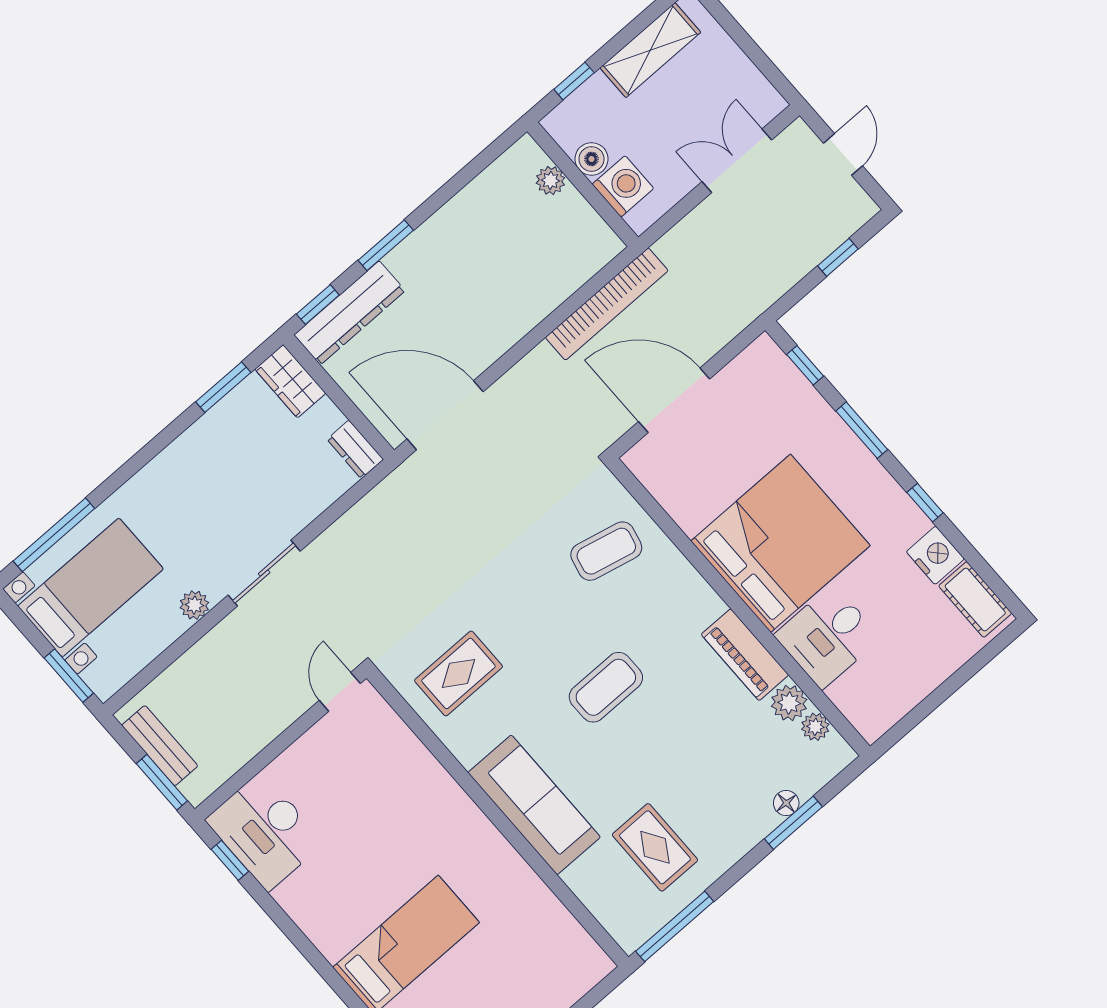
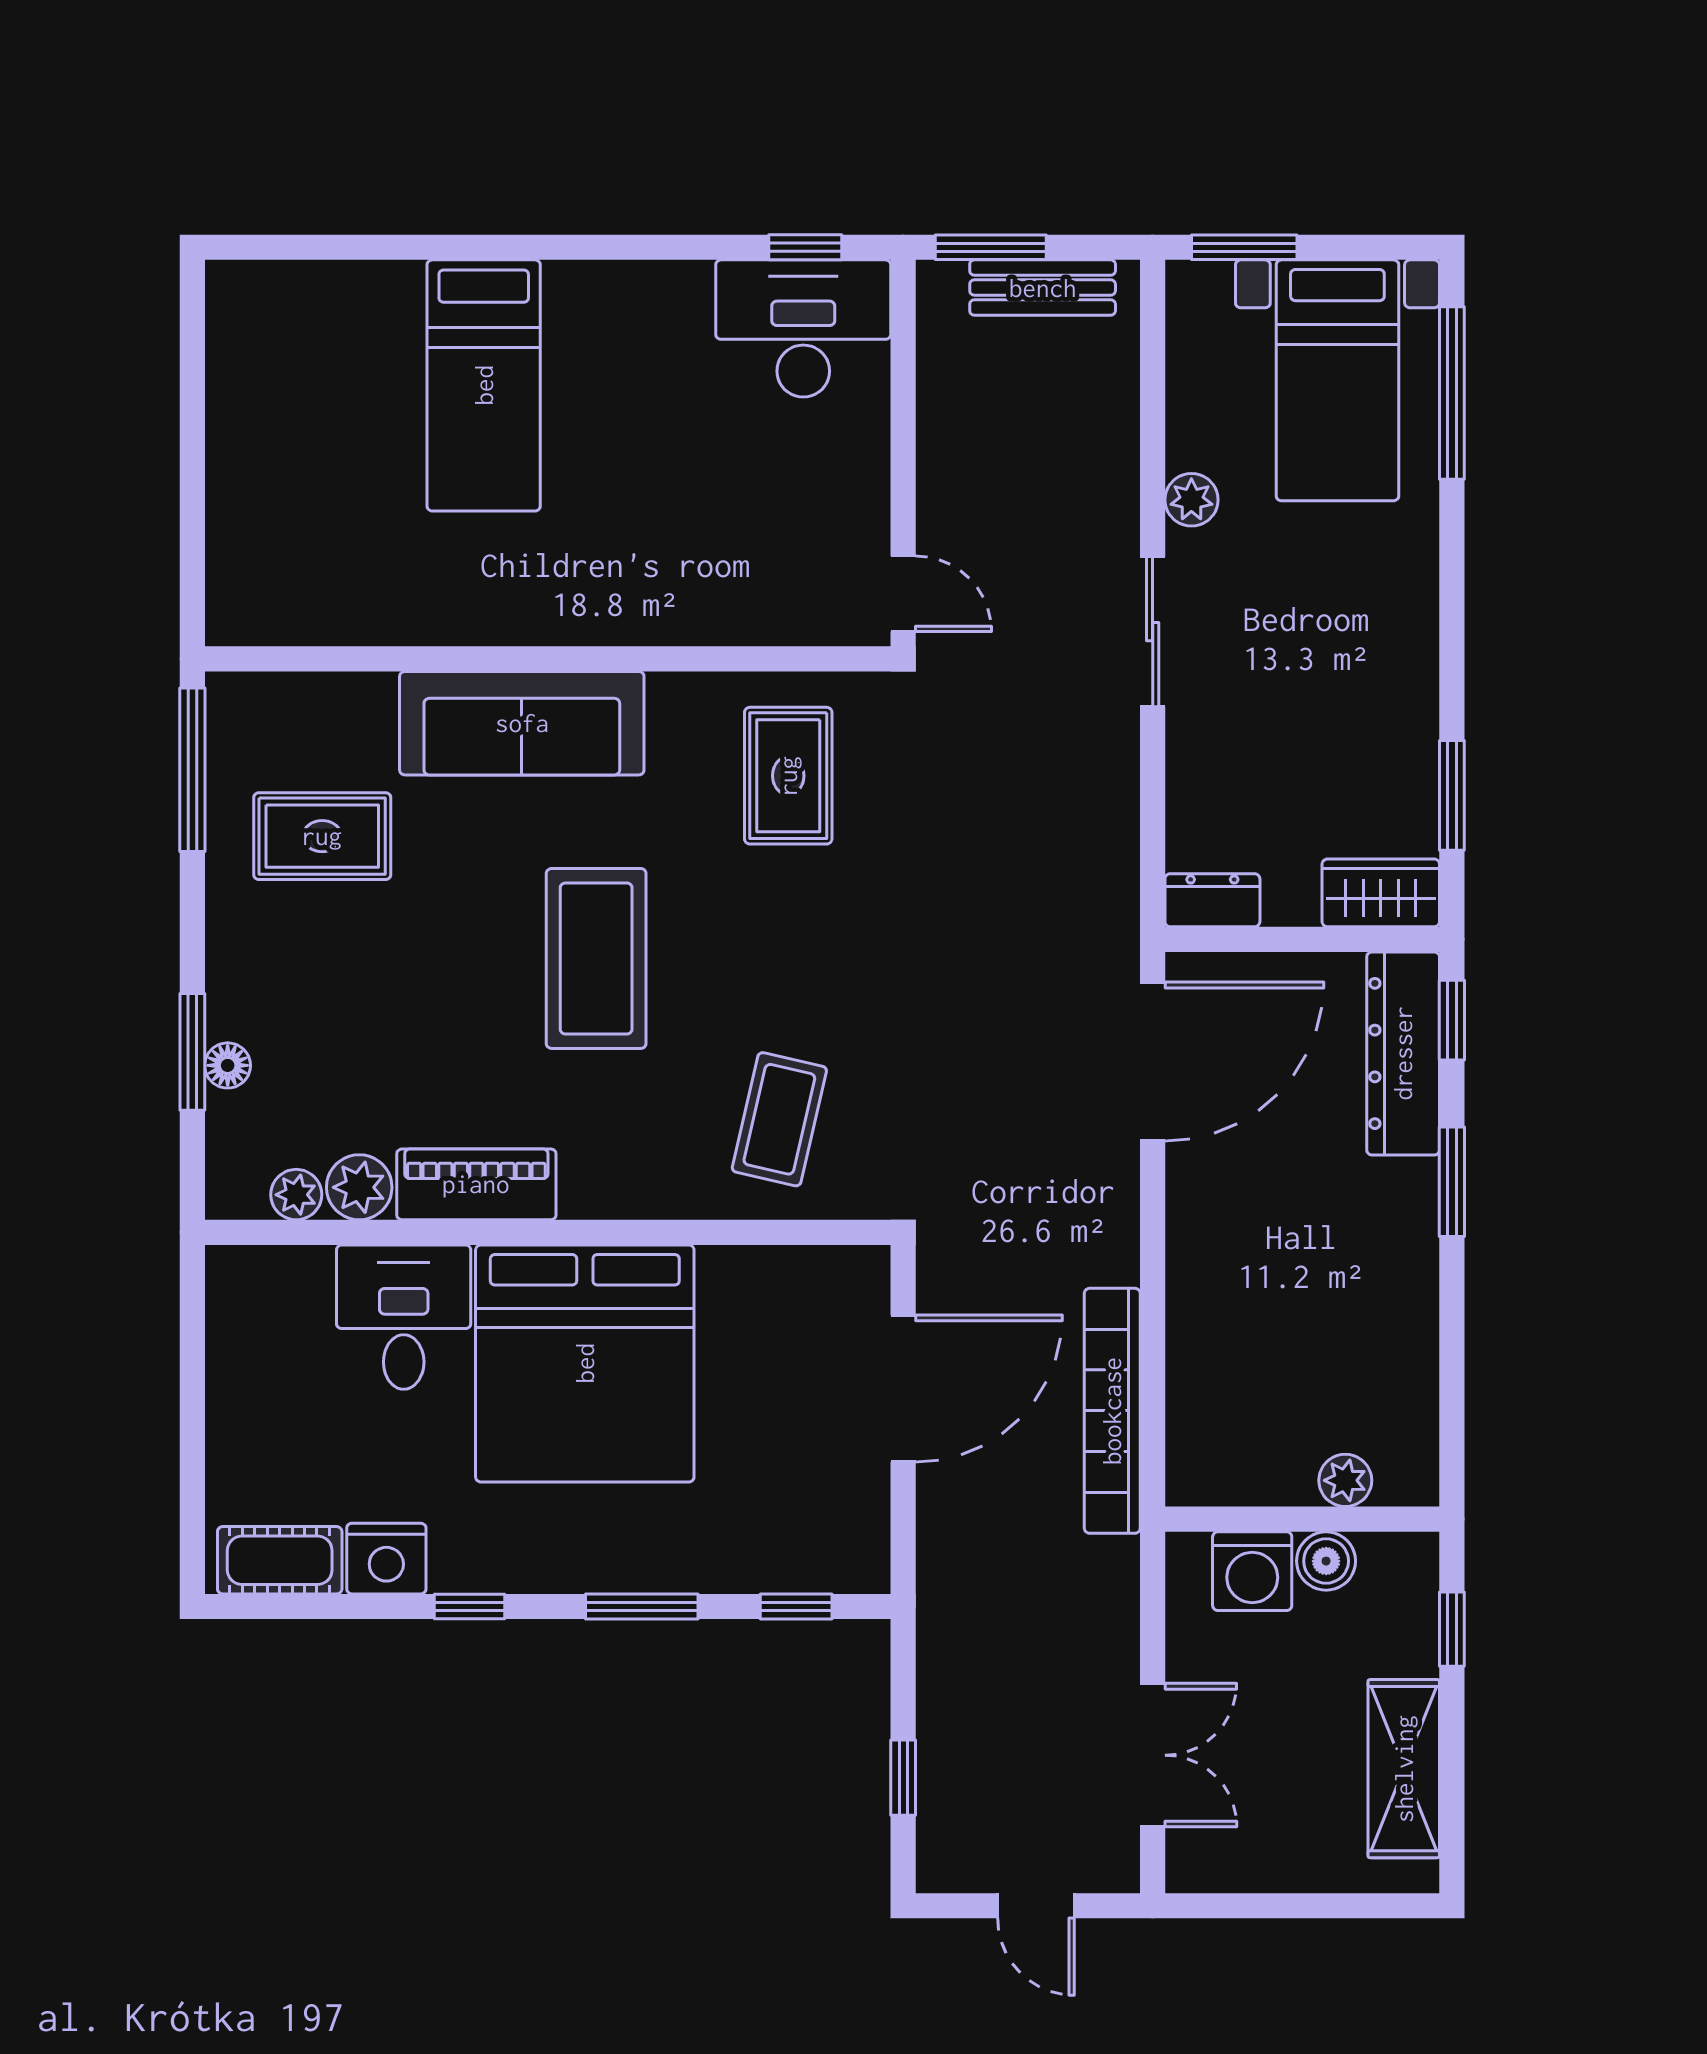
coffee table: (606, 687) -> (596, 958), width x1.36, depth x1.32

